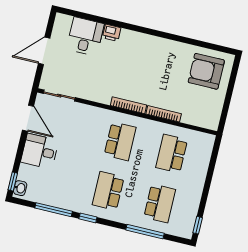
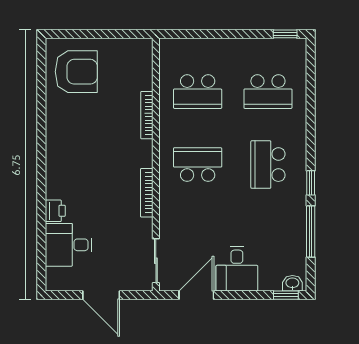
armchair: (206, 71) -> (76, 72), turned -90
bookcase: (128, 105) -> (147, 193), moved
school desk: (108, 191) -> (268, 165), turned 90
school desk: (160, 203) -> (268, 92), turned 180
window: (145, 232) -> (311, 102), removed

